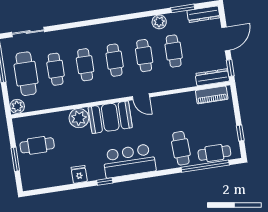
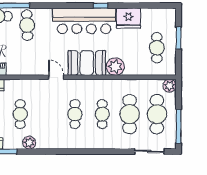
cafe table: (144, 56) -> (48, 114), removed
cafe table: (56, 69) -> (130, 114), width x1.37, depth x1.35
cafe table: (37, 145) -> (157, 48), turned 90
bar counter: (129, 161) -> (84, 21), width x1.36
fridge: (79, 174) -> (128, 18), width x1.88, depth x1.34

